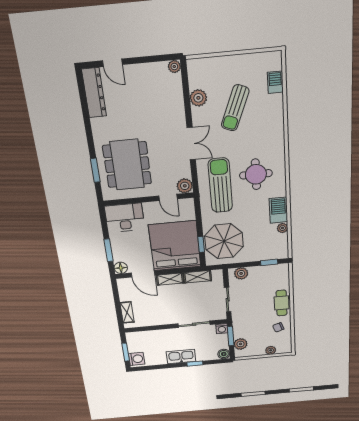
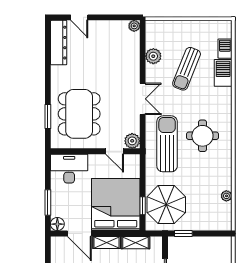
barbecue: (278, 210) -> (223, 73), moved
window: (269, 262) -> (183, 234), moved
plant: (241, 273) -> (181, 244), removed

